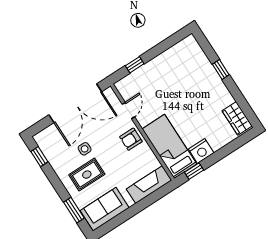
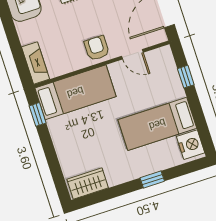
bed: (177, 77) -> (157, 124), added
nightstand: (201, 151) -> (191, 145), moved, turned 180
fireplace: (149, 185) -> (36, 63), width x0.73, depth x0.76

